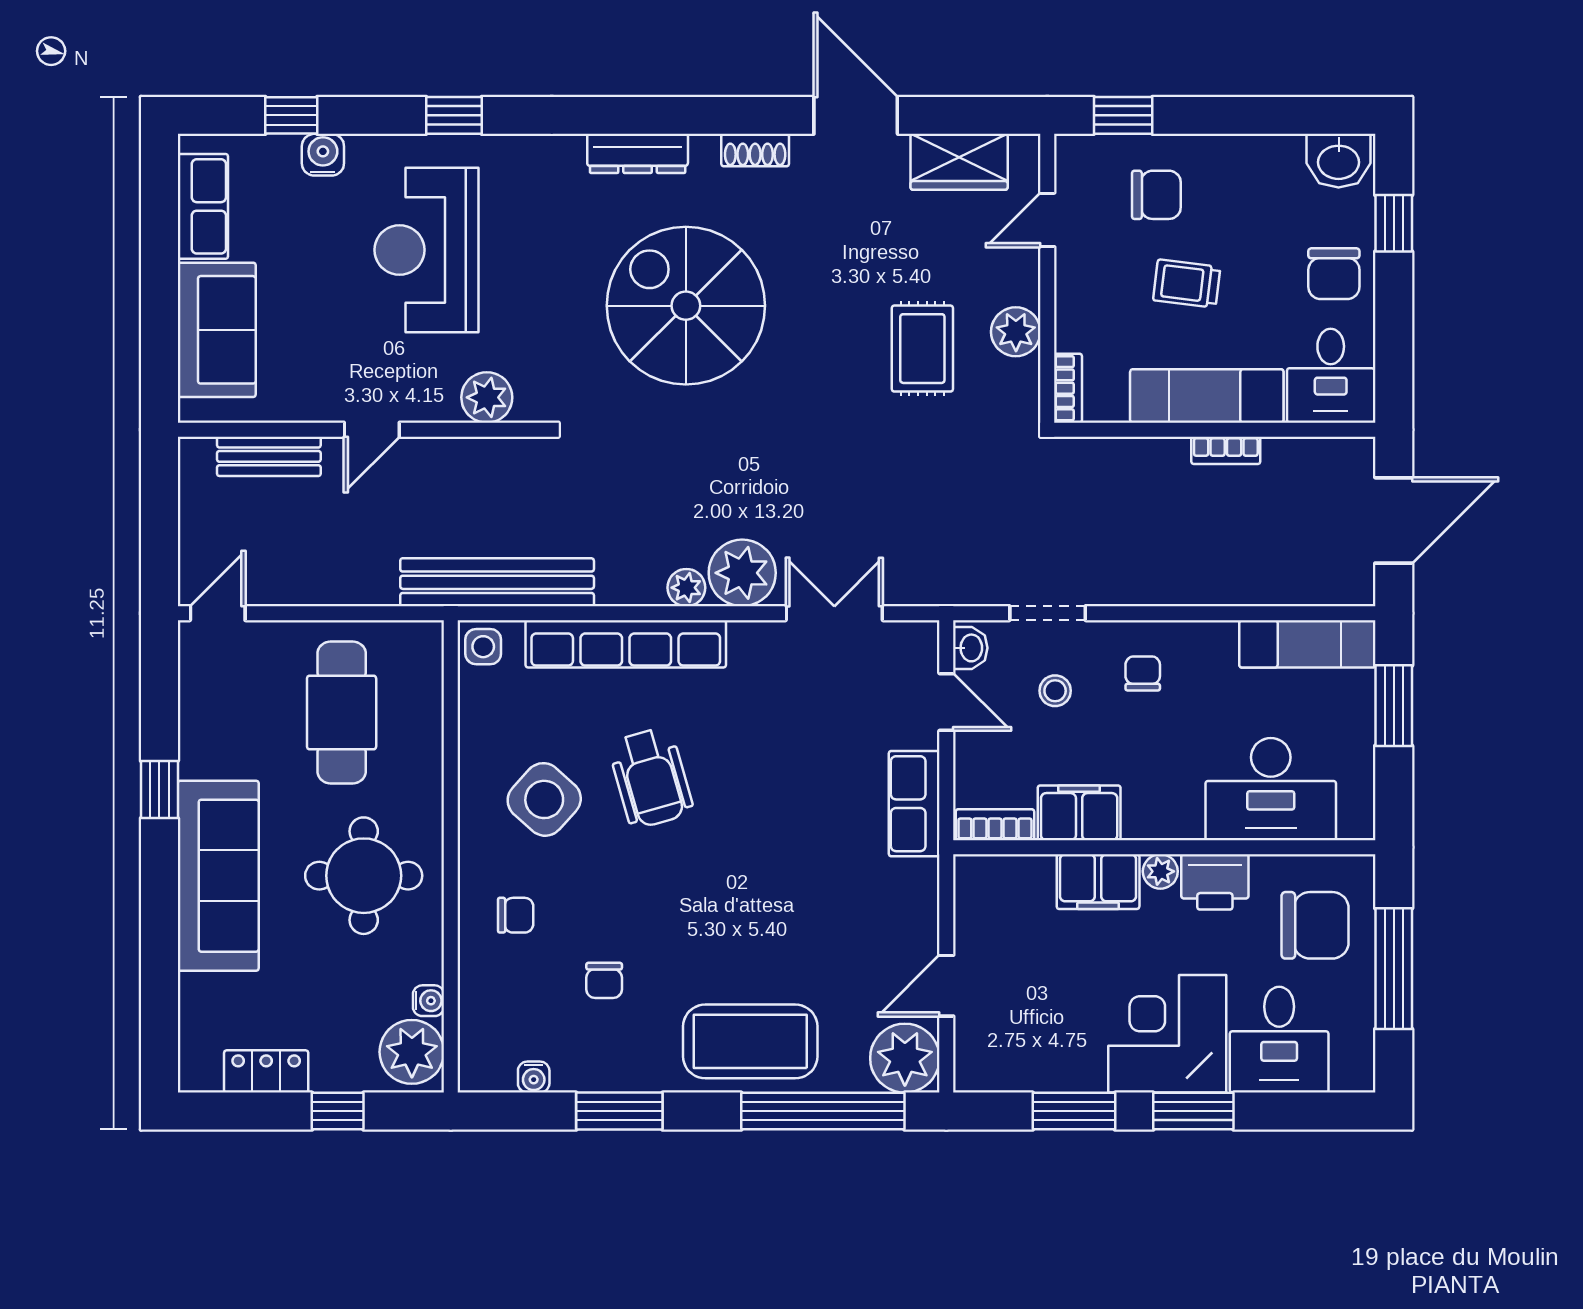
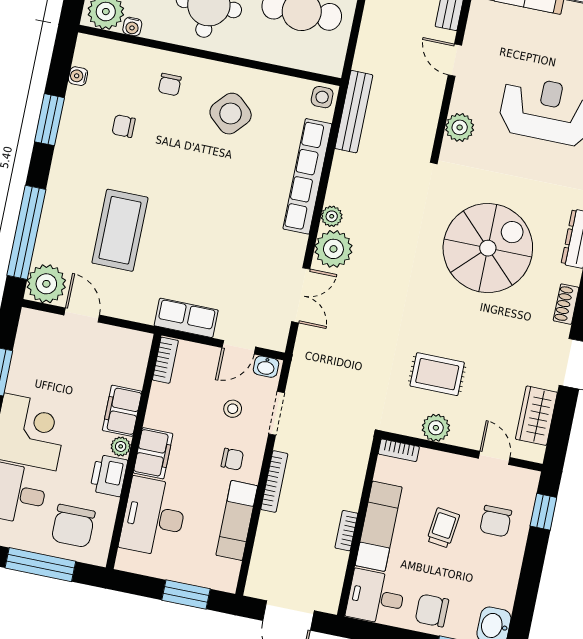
bench: (497, 582) -> (354, 112), width x0.73, depth x0.82
bookcase: (1166, 593) -> (274, 482), added
exam couch: (1307, 644) -> (237, 520), moved
wheelchair: (651, 778) -> (230, 175), removed
filing cabinet: (1079, 813) -> (153, 453), moved
coffee table: (750, 1041) -> (120, 230), moved

